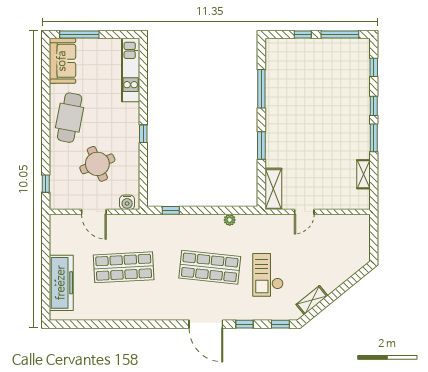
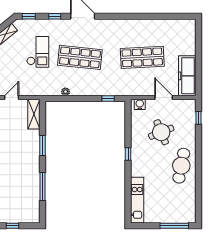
sofa: (62, 61) -> (186, 207), removed
freezer: (61, 283) -> (187, 76), moved

